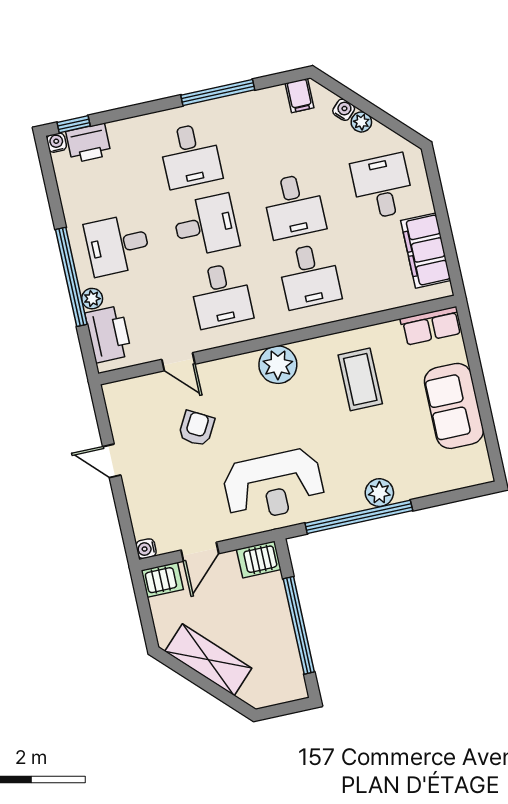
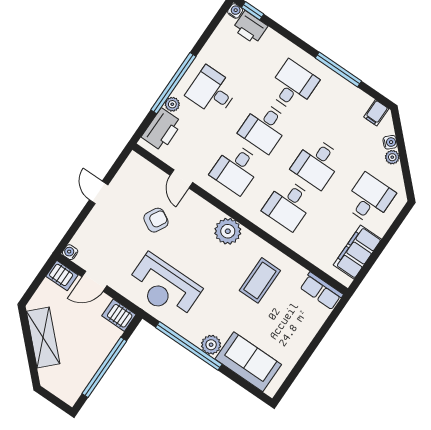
desk: (190, 156) -> (293, 86), turned 180
desk: (206, 225) -> (264, 127), turned 90
sofa: (454, 406) -> (248, 362), moved, turned 90

